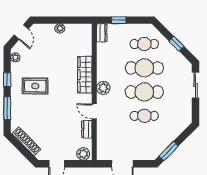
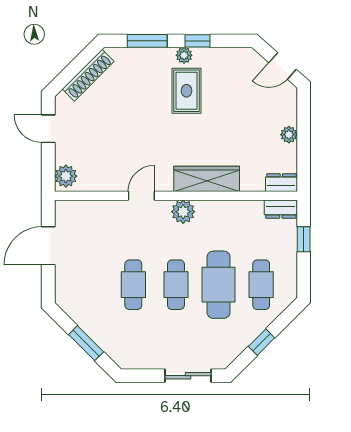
plant: (15, 57) -> (184, 55), moved
cafe table: (144, 92) -> (176, 285), width x0.73, depth x0.74
dresser: (87, 129) -> (281, 183), moved
window: (169, 151) -> (86, 343), moved

